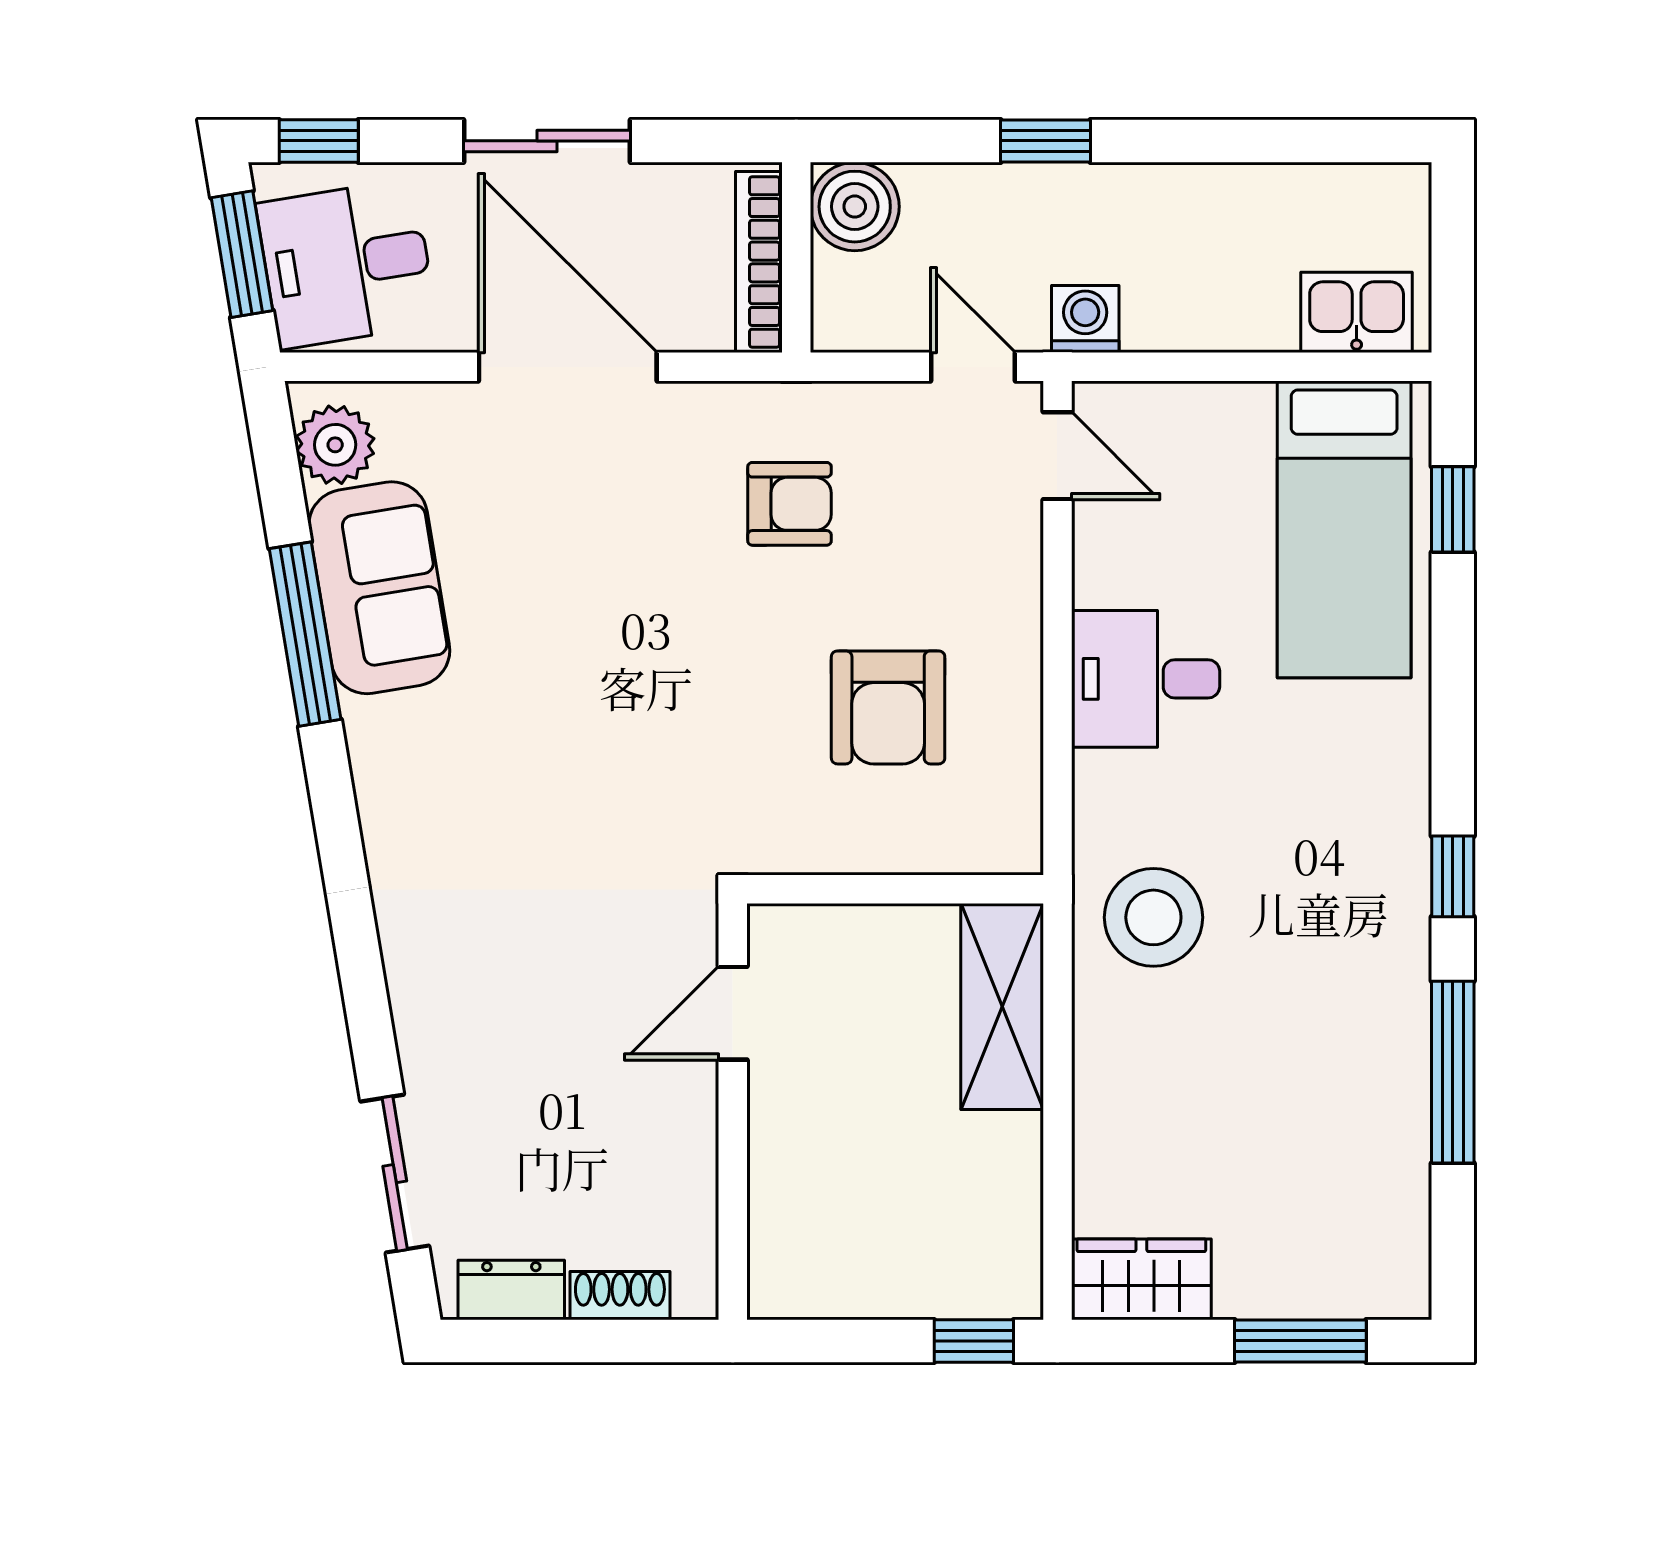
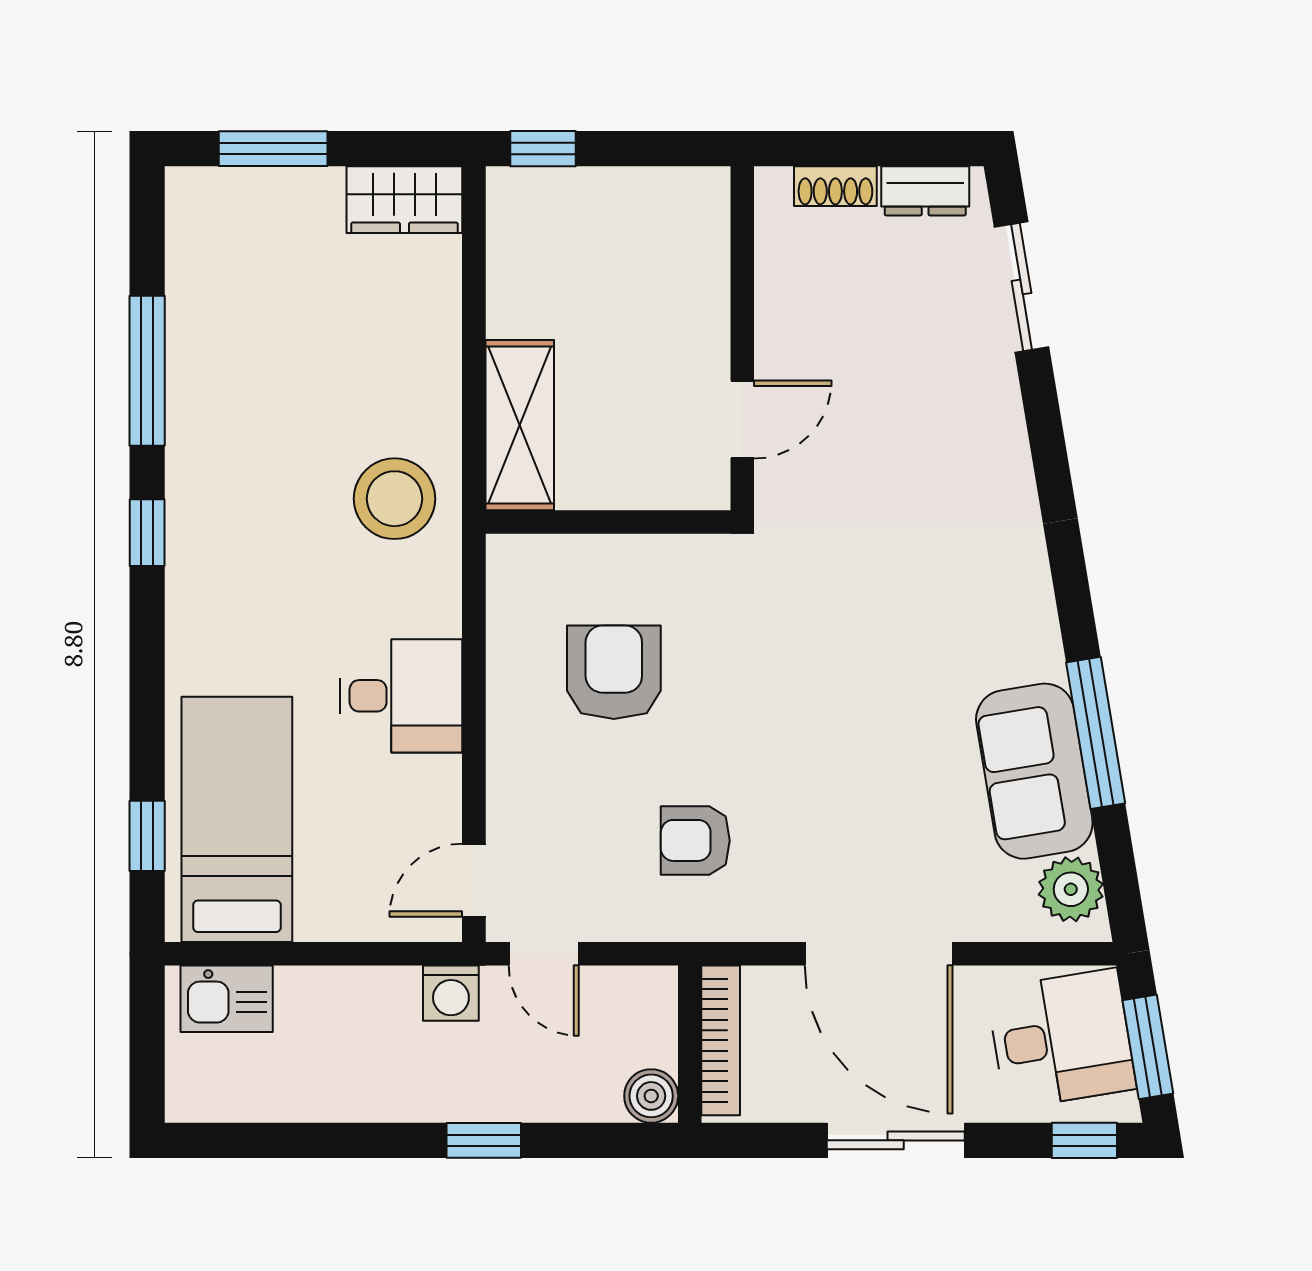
boiler: (855, 207) -> (651, 1096), width x0.73, depth x0.73
door: (1057, 456) -> (474, 880), hinge flipped

